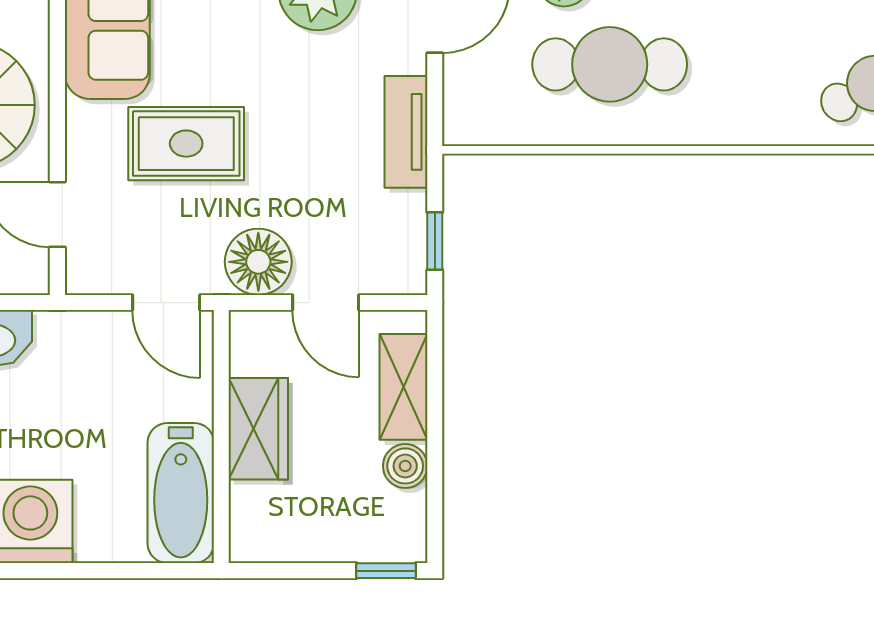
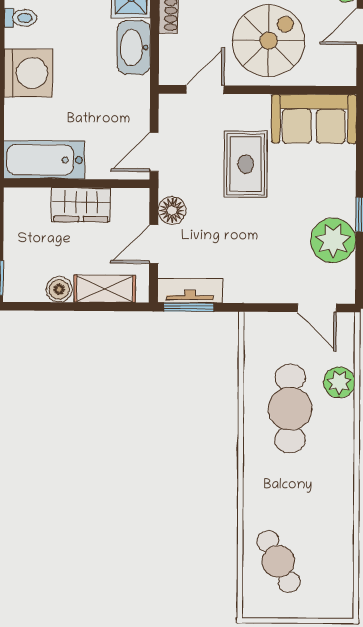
tv unit: (406, 132) -> (190, 291), moved
window: (435, 241) -> (189, 307), width x1.50
floor lamp: (258, 262) -> (172, 210), width x0.73, depth x0.73

